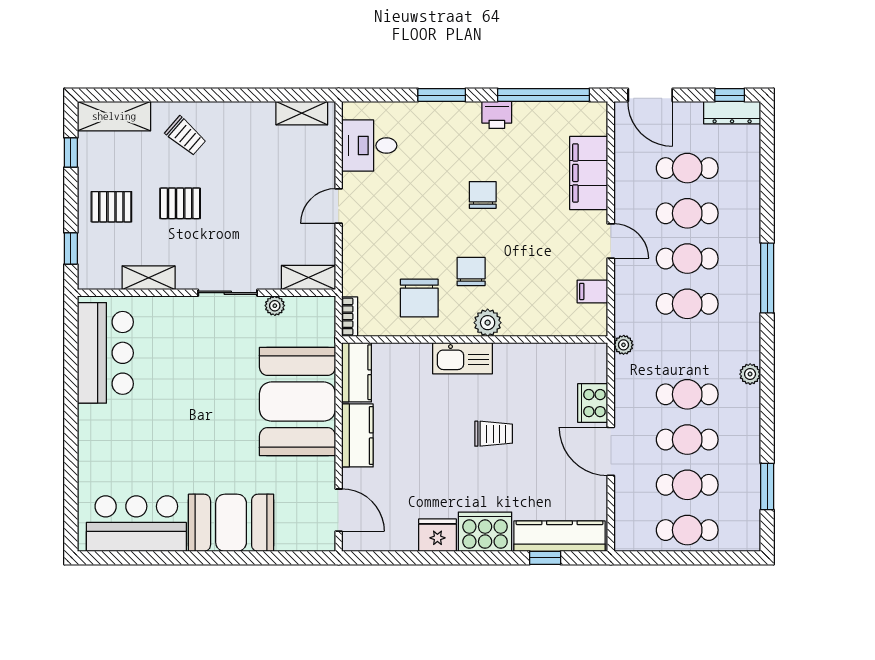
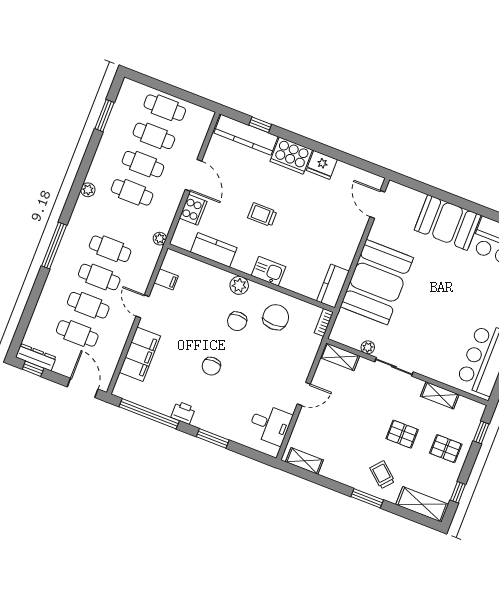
window: (194, 95) -> (367, 498), added
kitchen sink: (462, 358) -> (268, 271), width x0.73
kitchen counter: (357, 435) -> (214, 250), moved, turned 90

